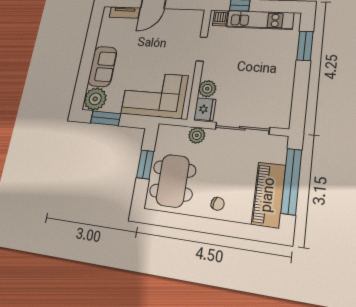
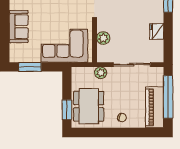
plant: (95, 99) -> (18, 53), removed
fridge: (205, 109) -> (157, 31), moved, turned 180
window: (145, 165) -> (67, 110), moved

